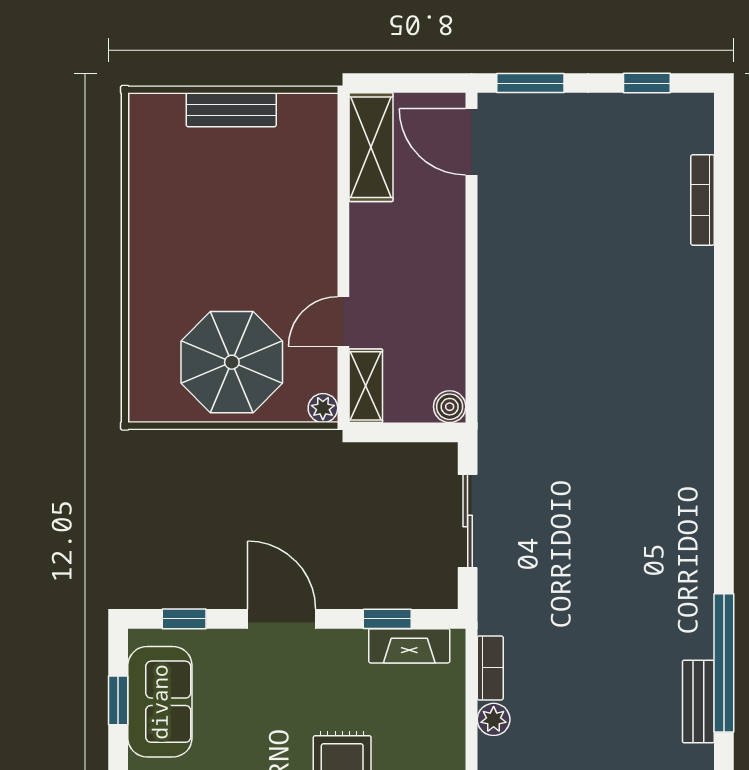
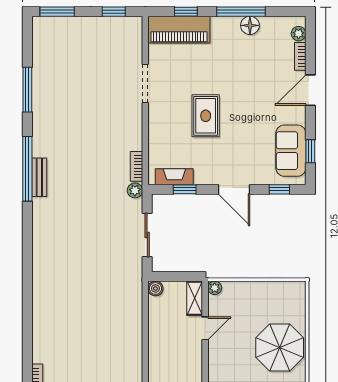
parasol: (232, 362) -> (280, 348), moved
bench: (698, 701) -> (39, 177), moved
plant: (494, 719) -> (135, 190), moved

